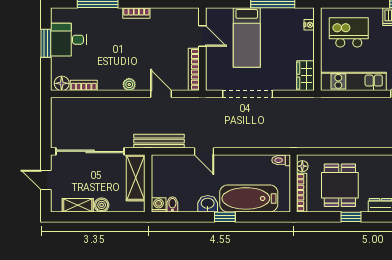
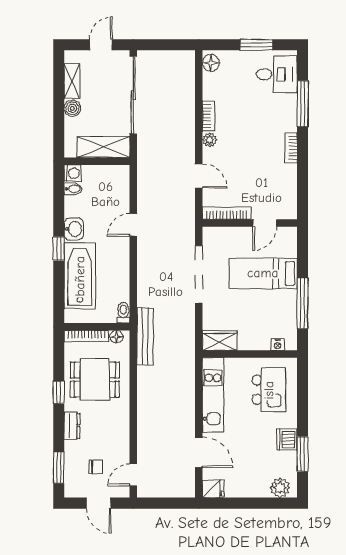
desk: (68, 40) -> (277, 74), moved, turned 90
bookcase: (84, 85) -> (209, 116), moved
door: (161, 94) -> (199, 176), hinge flipped
bench: (159, 141) -> (145, 336), moved

